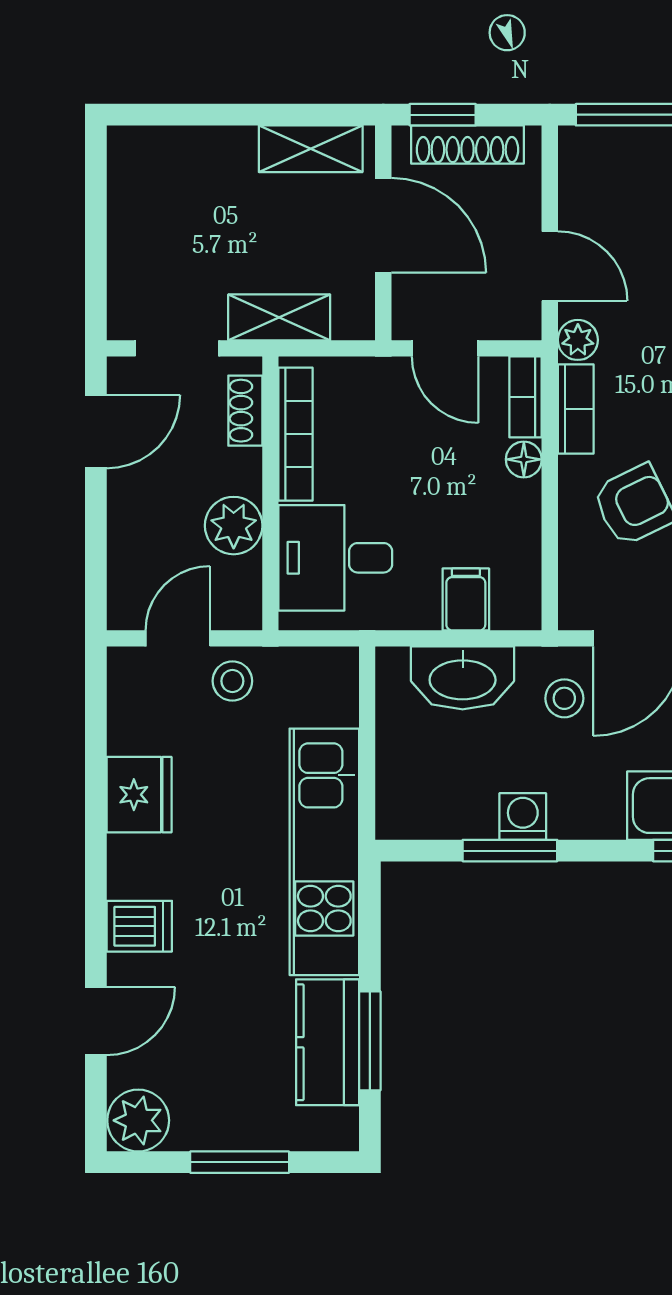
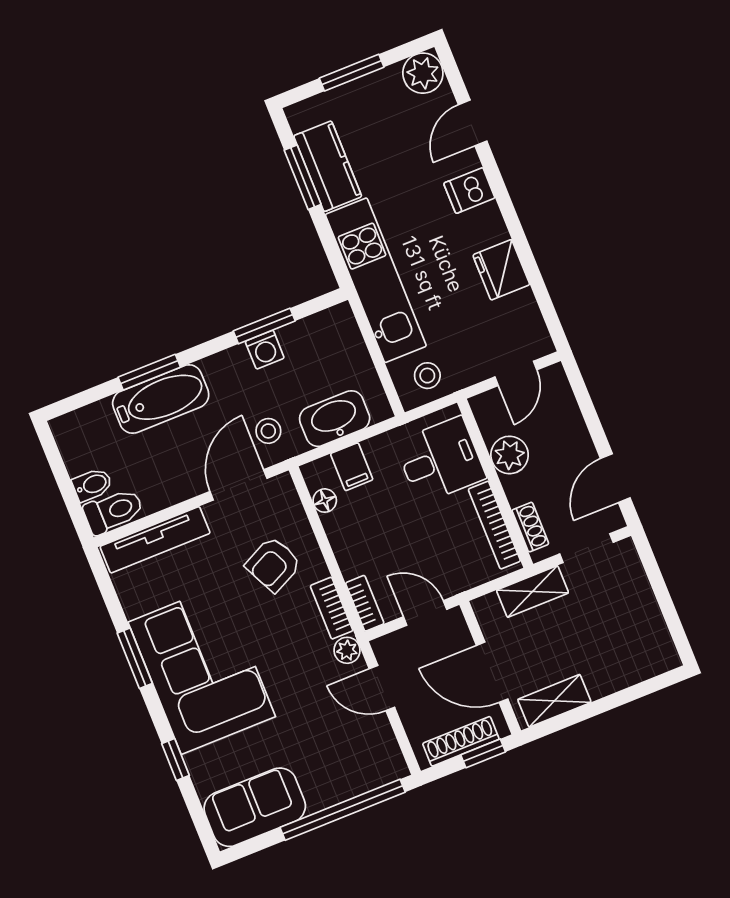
floor lamp: (524, 459) -> (325, 501), moved
stool: (232, 681) -> (427, 376), moved

